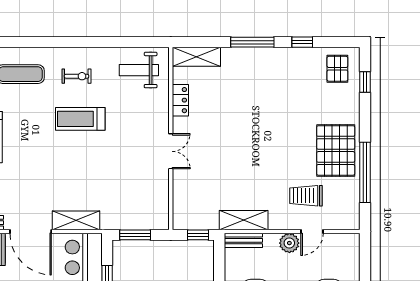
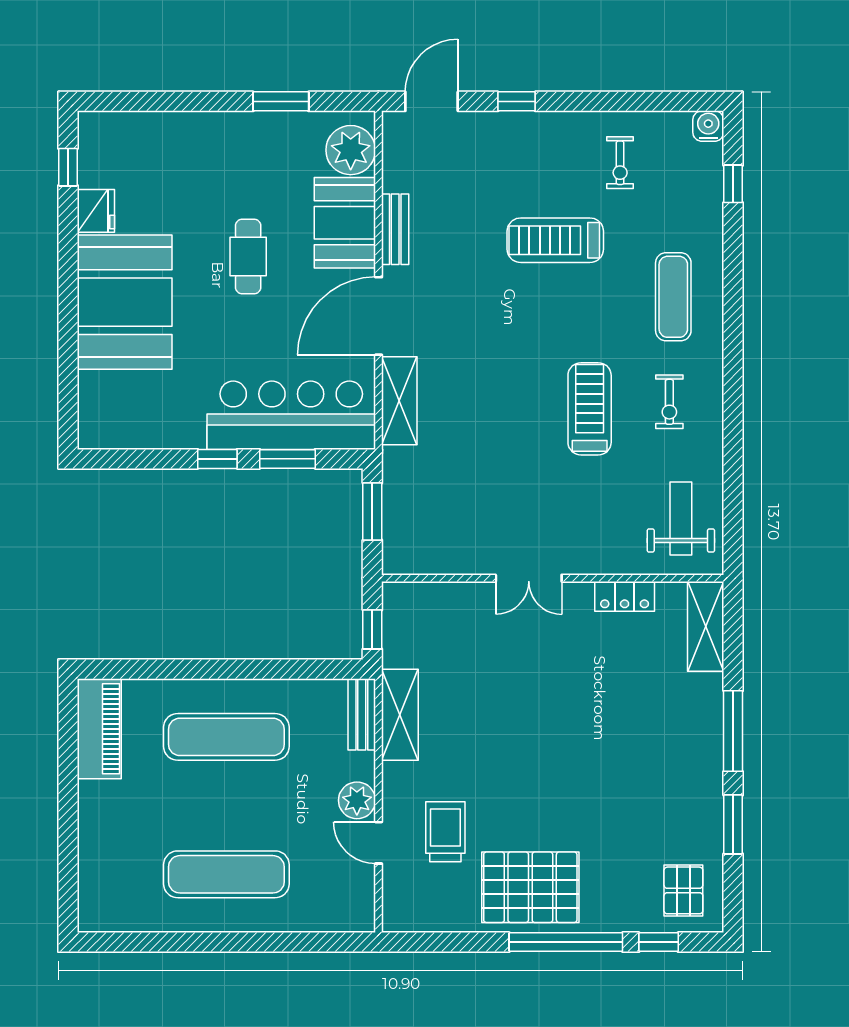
window: (302, 42) -> (733, 824), width x1.50
pallet: (337, 69) -> (683, 890), turned 90
window: (365, 172) -> (566, 942), moved

